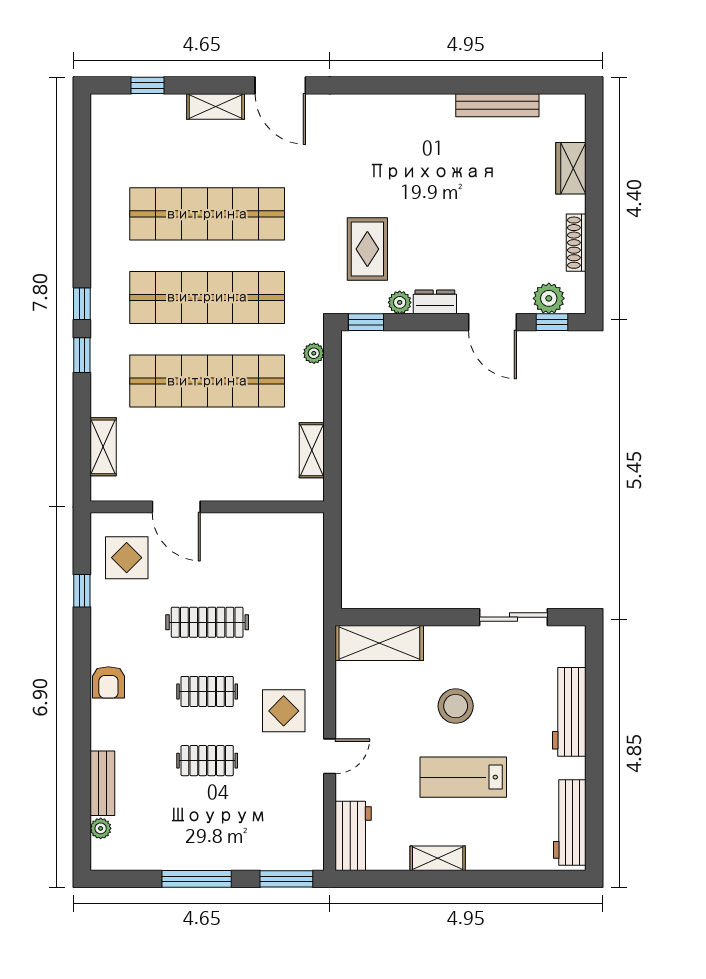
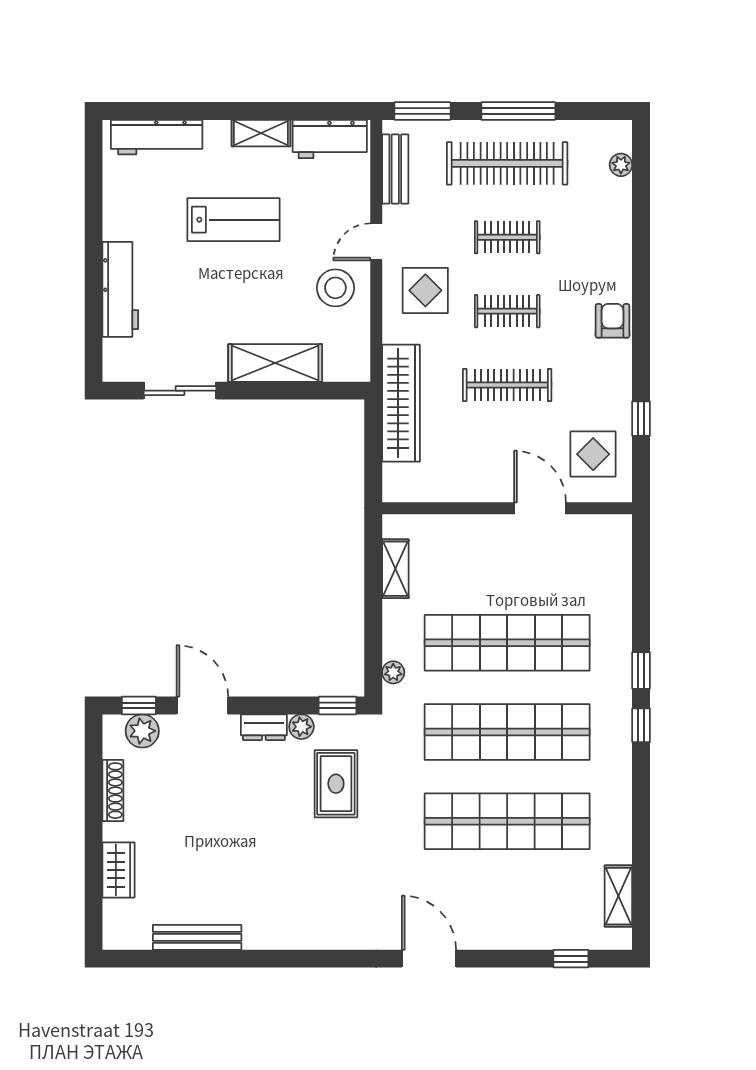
shelving: (216, 106) -> (618, 896), moved, turned 90
shelving: (103, 447) -> (618, 572), removed
wardrobe: (307, 605) -> (401, 403), added
shelving: (379, 643) -> (275, 363), moved
stool: (456, 706) -> (335, 288), moved
bench: (102, 783) -> (395, 169), moved
workbench: (570, 822) -> (157, 137), moved, turned 90
clothes rail: (207, 830) -> (507, 163), added
workbench: (353, 836) -> (330, 139), moved, turned -90

